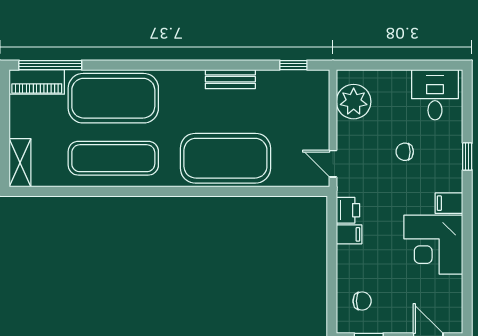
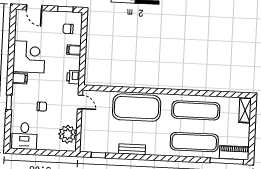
exercise mat: (113, 98) -> (194, 142), width x0.68
filing cabinet: (349, 234) -> (74, 50), moved

